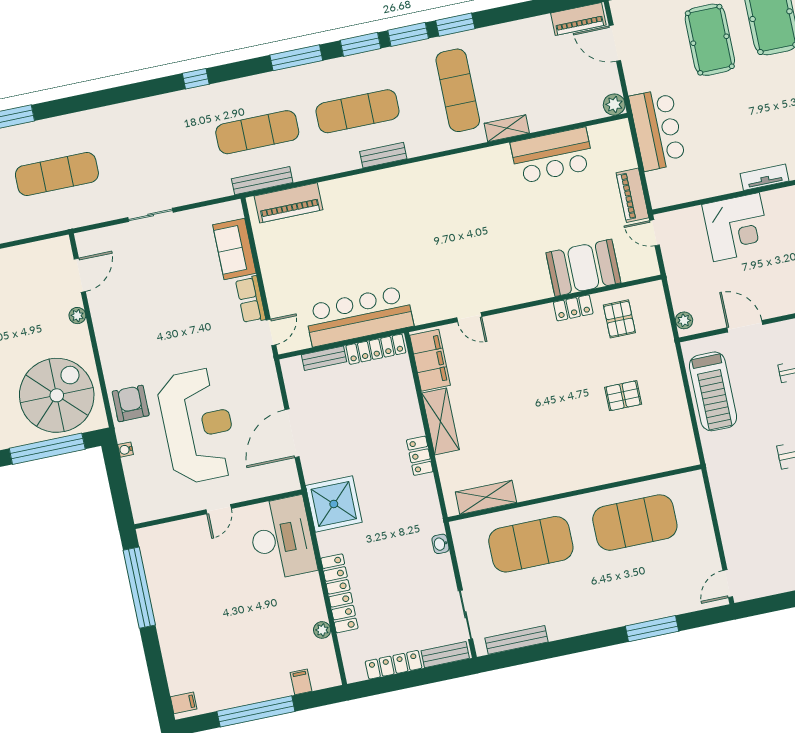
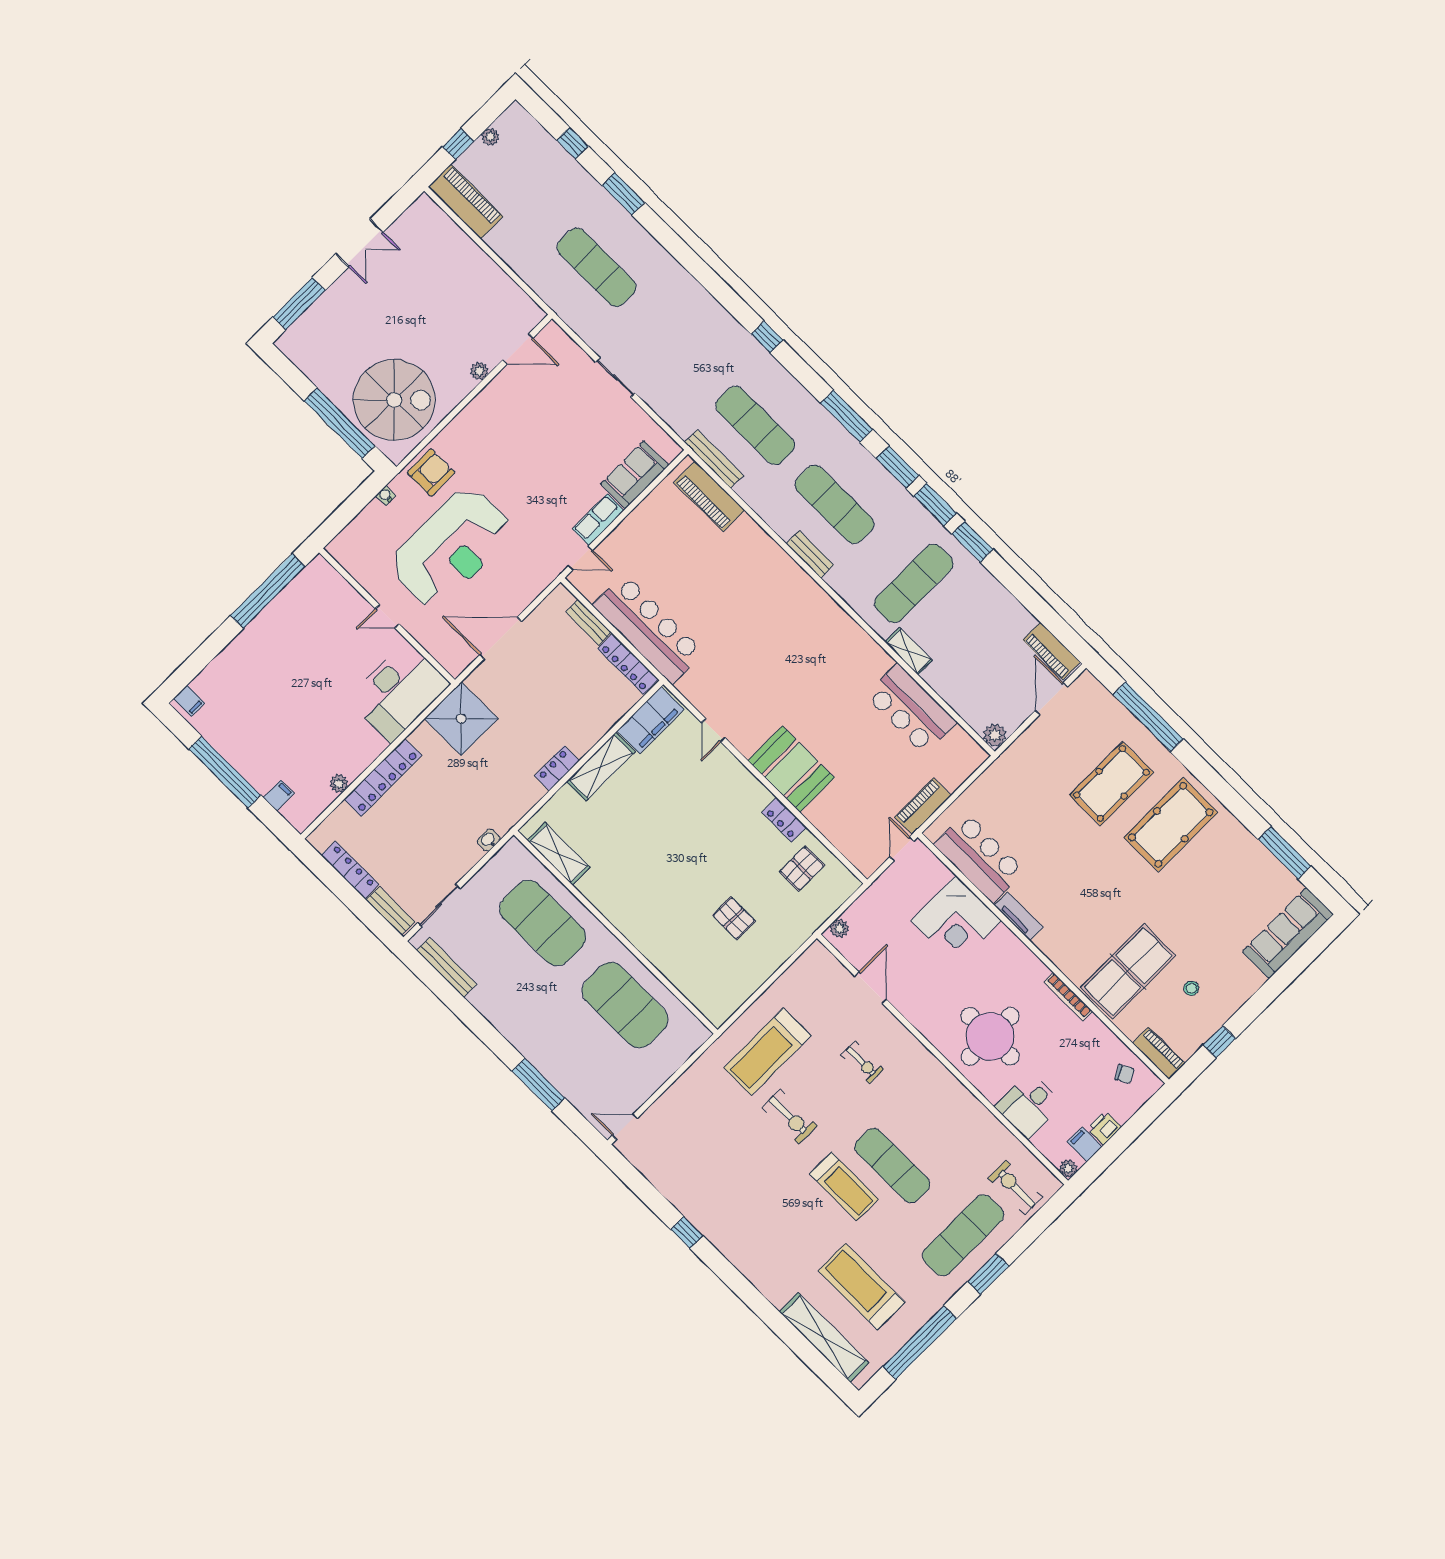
bar counter: (657, 130) -> (979, 858), moved, turned -90
booth: (583, 268) -> (791, 769), moved
treadmill: (713, 391) -> (767, 1052), moved

